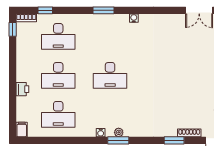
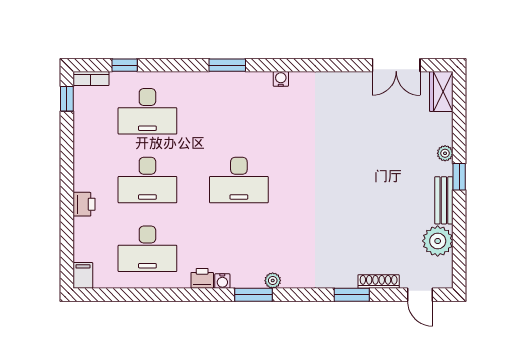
printer: (89, 131) -> (202, 278), added
plant: (119, 132) -> (273, 281), moved

